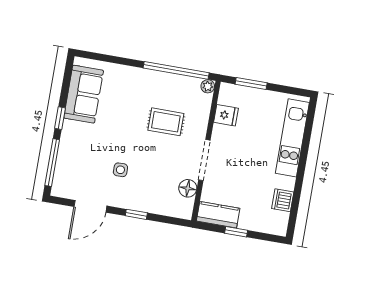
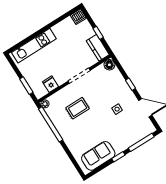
rug: (166, 122) -> (78, 108), turned 90
floor lamp: (188, 188) -> (109, 65), moved
dishwasher: (283, 200) -> (78, 17), moved

